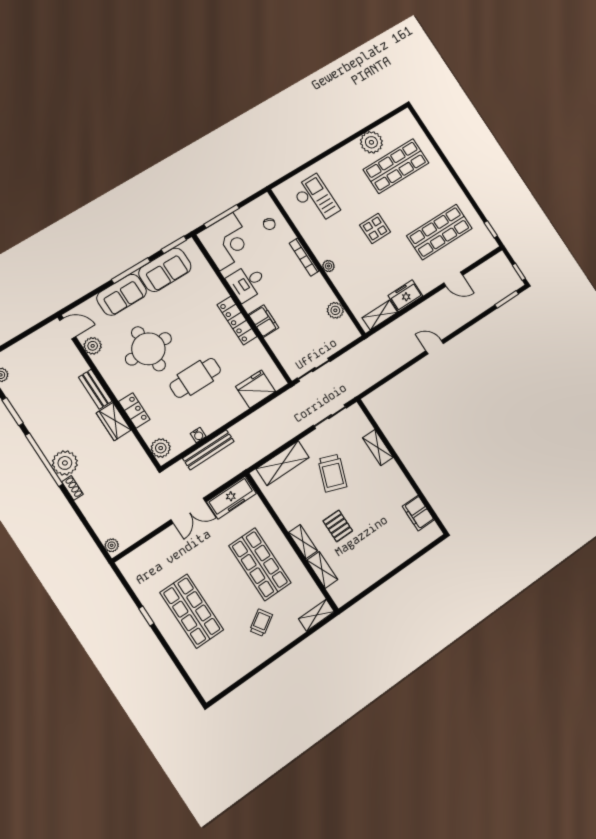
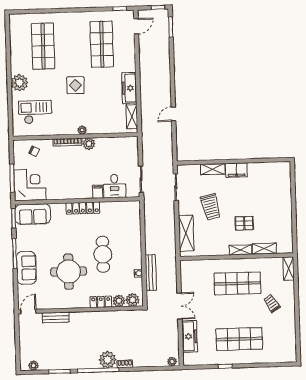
plant: (371, 142) -> (19, 83), moved
sofa: (165, 270) -> (33, 214), moved, turned 90
door: (453, 279) -> (136, 26), moved
desk: (247, 283) -> (114, 186), moved
freezer: (405, 296) -> (129, 88), width x1.40
plant: (335, 310) -> (89, 144), moved
filing cabinet: (264, 321) -> (98, 192), width x0.50
plant: (93, 346) -> (119, 301), moved
door: (435, 347) -> (173, 114), moved
bench: (95, 389) -> (56, 317), moved
fridge: (256, 389) -> (131, 222), removed
wardrobe: (114, 422) -> (100, 318), removed
trolley: (332, 473) -> (211, 207), turned 57
freezer: (232, 498) -> (190, 336), moved
filing cabinet: (418, 513) -> (236, 170), moved

